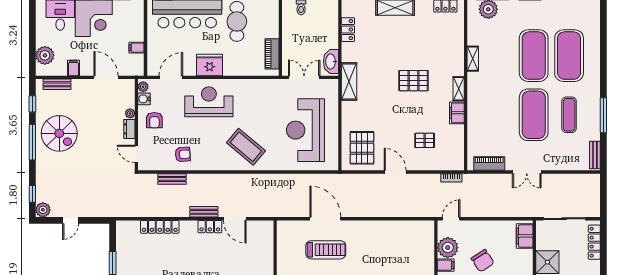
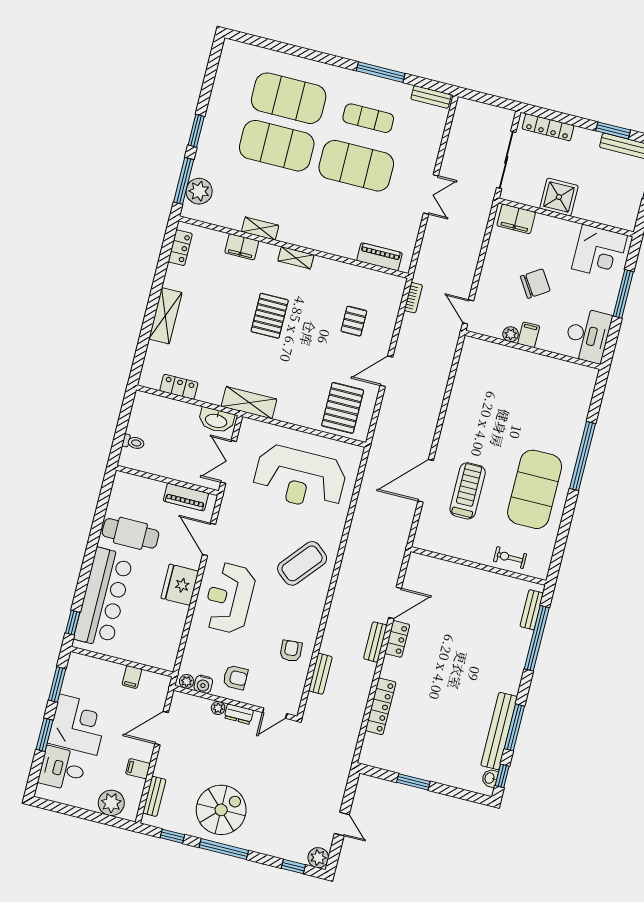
door: (171, 77) -> (209, 539), moved
filing cabinet: (457, 113) -> (242, 247), moved
pallet: (362, 148) -> (343, 408), turned 90
piano: (489, 164) -> (380, 257), moved, turned 90
plant: (448, 248) -> (511, 334), width x0.53, depth x0.53

